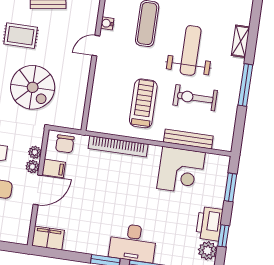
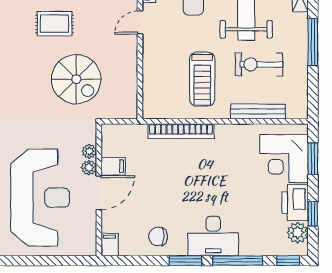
treadmill: (143, 103) -> (202, 79), turned 180
chair: (65, 144) -> (158, 236), moved, turned 90
corner desk: (181, 171) -> (284, 159), moved, turned 90
filing cabinet: (48, 238) -> (110, 245), width x0.50

